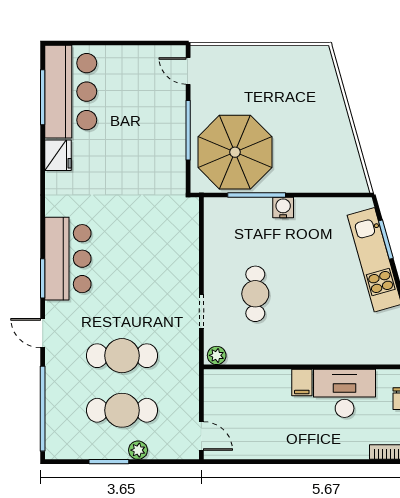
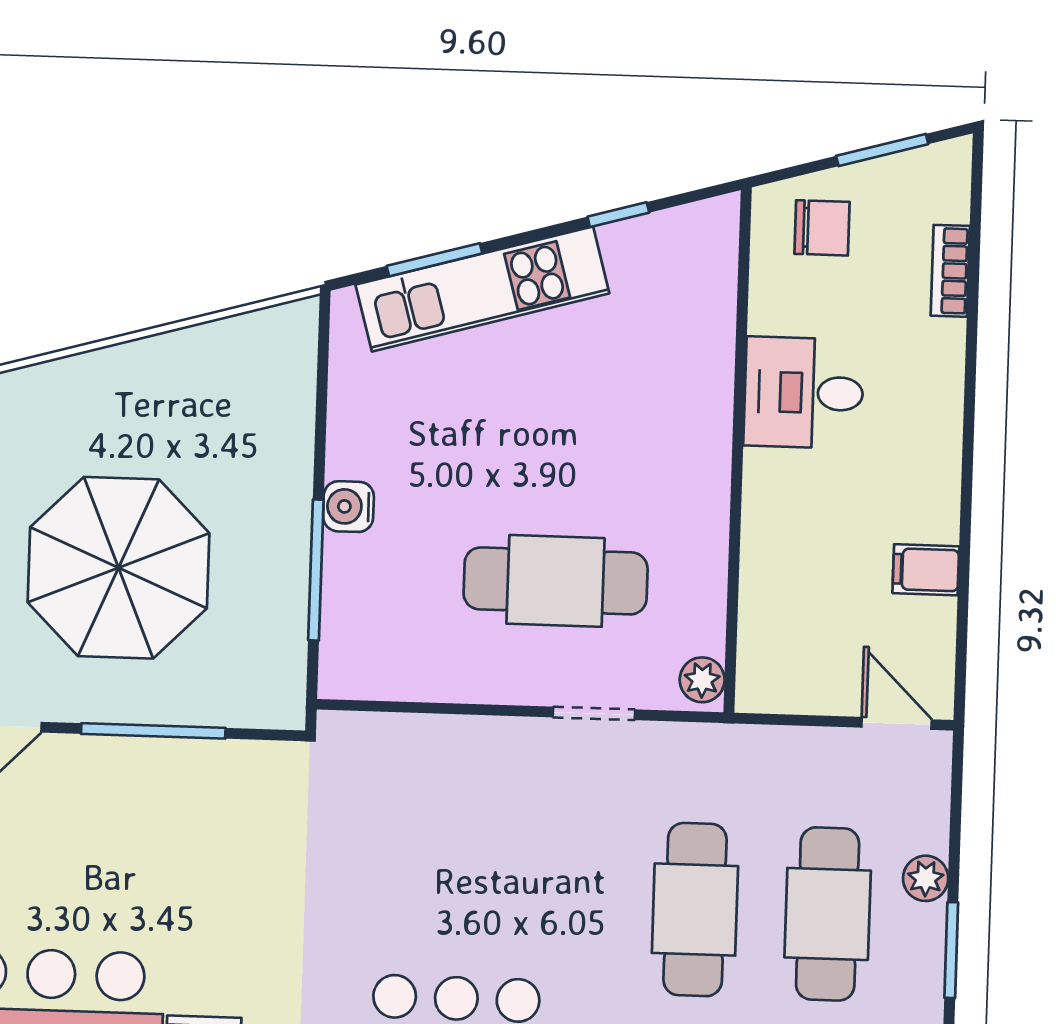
parasol: (235, 152) -> (118, 568), moved
cafe table: (255, 294) -> (556, 581), width x1.37, depth x1.35
filing cabinet: (302, 383) -> (926, 570), moved, turned 180
desk: (345, 393) -> (804, 393), width x0.73
door: (201, 436) -> (897, 723), hinge flipped

